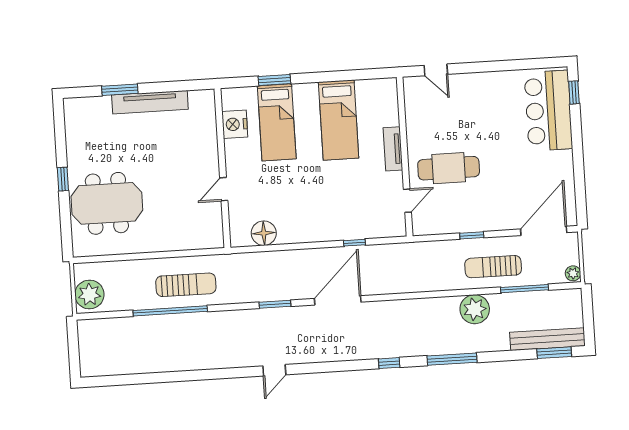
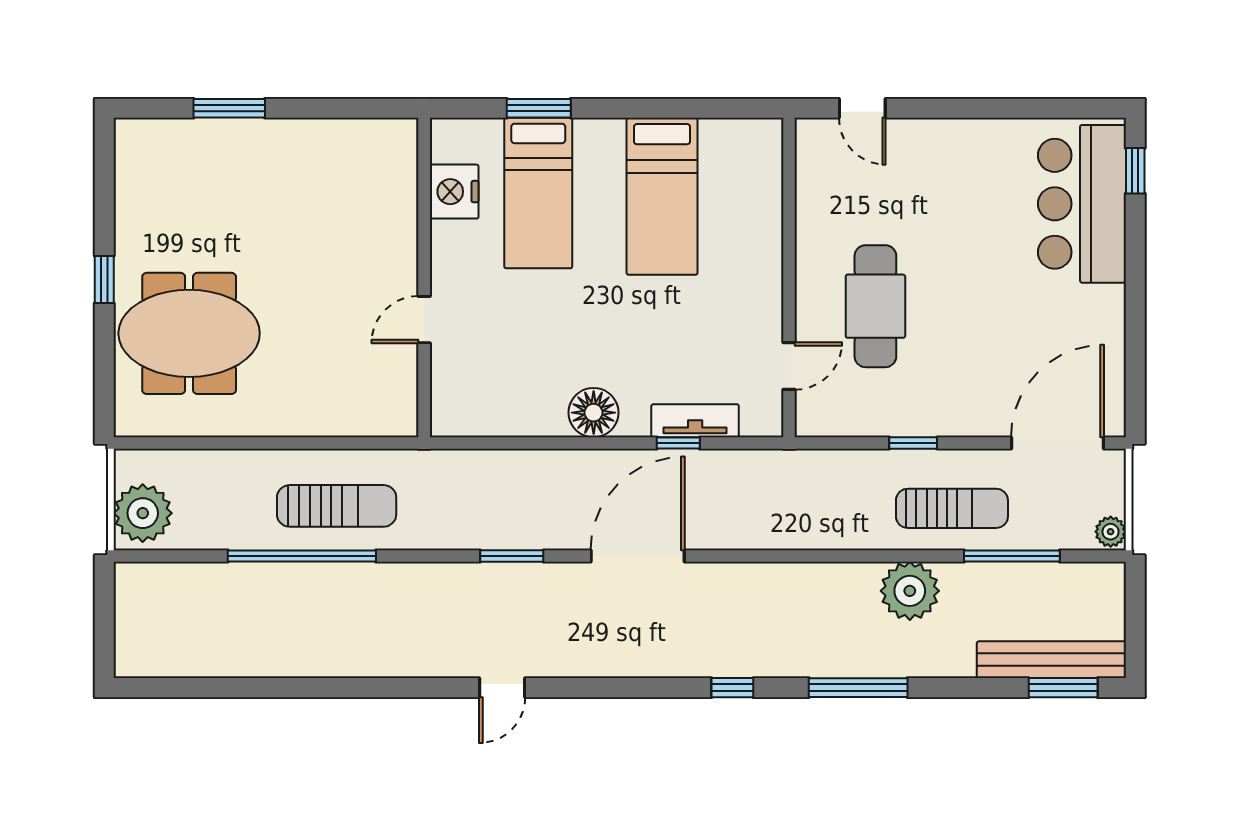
tv unit: (150, 102) -> (288, 137), removed
tv unit: (393, 149) -> (695, 421), moved, turned 90
cafe table: (449, 168) -> (875, 306), turned 90
floor lamp: (264, 233) -> (594, 413), moved
sun lounger: (493, 267) -> (952, 508), turned 180

